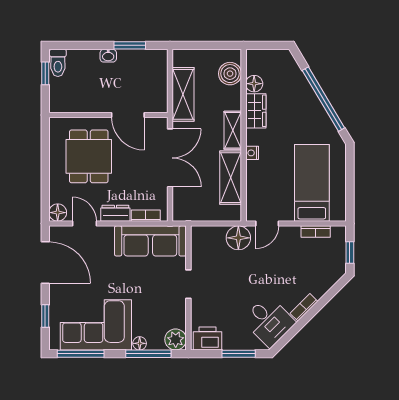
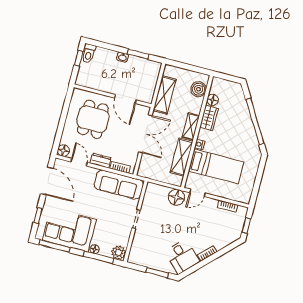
bed: (312, 183) -> (216, 166), moved, turned 90
printer: (207, 338) -> (139, 257), removed

